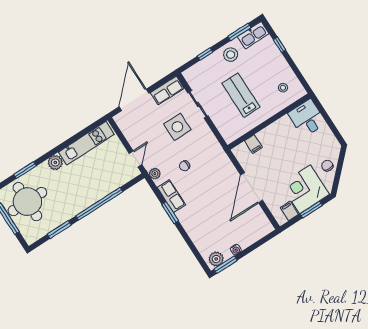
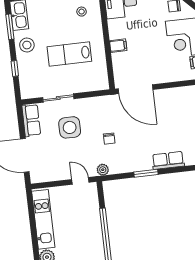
filing cabinet: (253, 144) -> (118, 46), moved
door: (252, 188) -> (135, 89), moved
row of seats: (171, 196) -> (168, 160), moved

